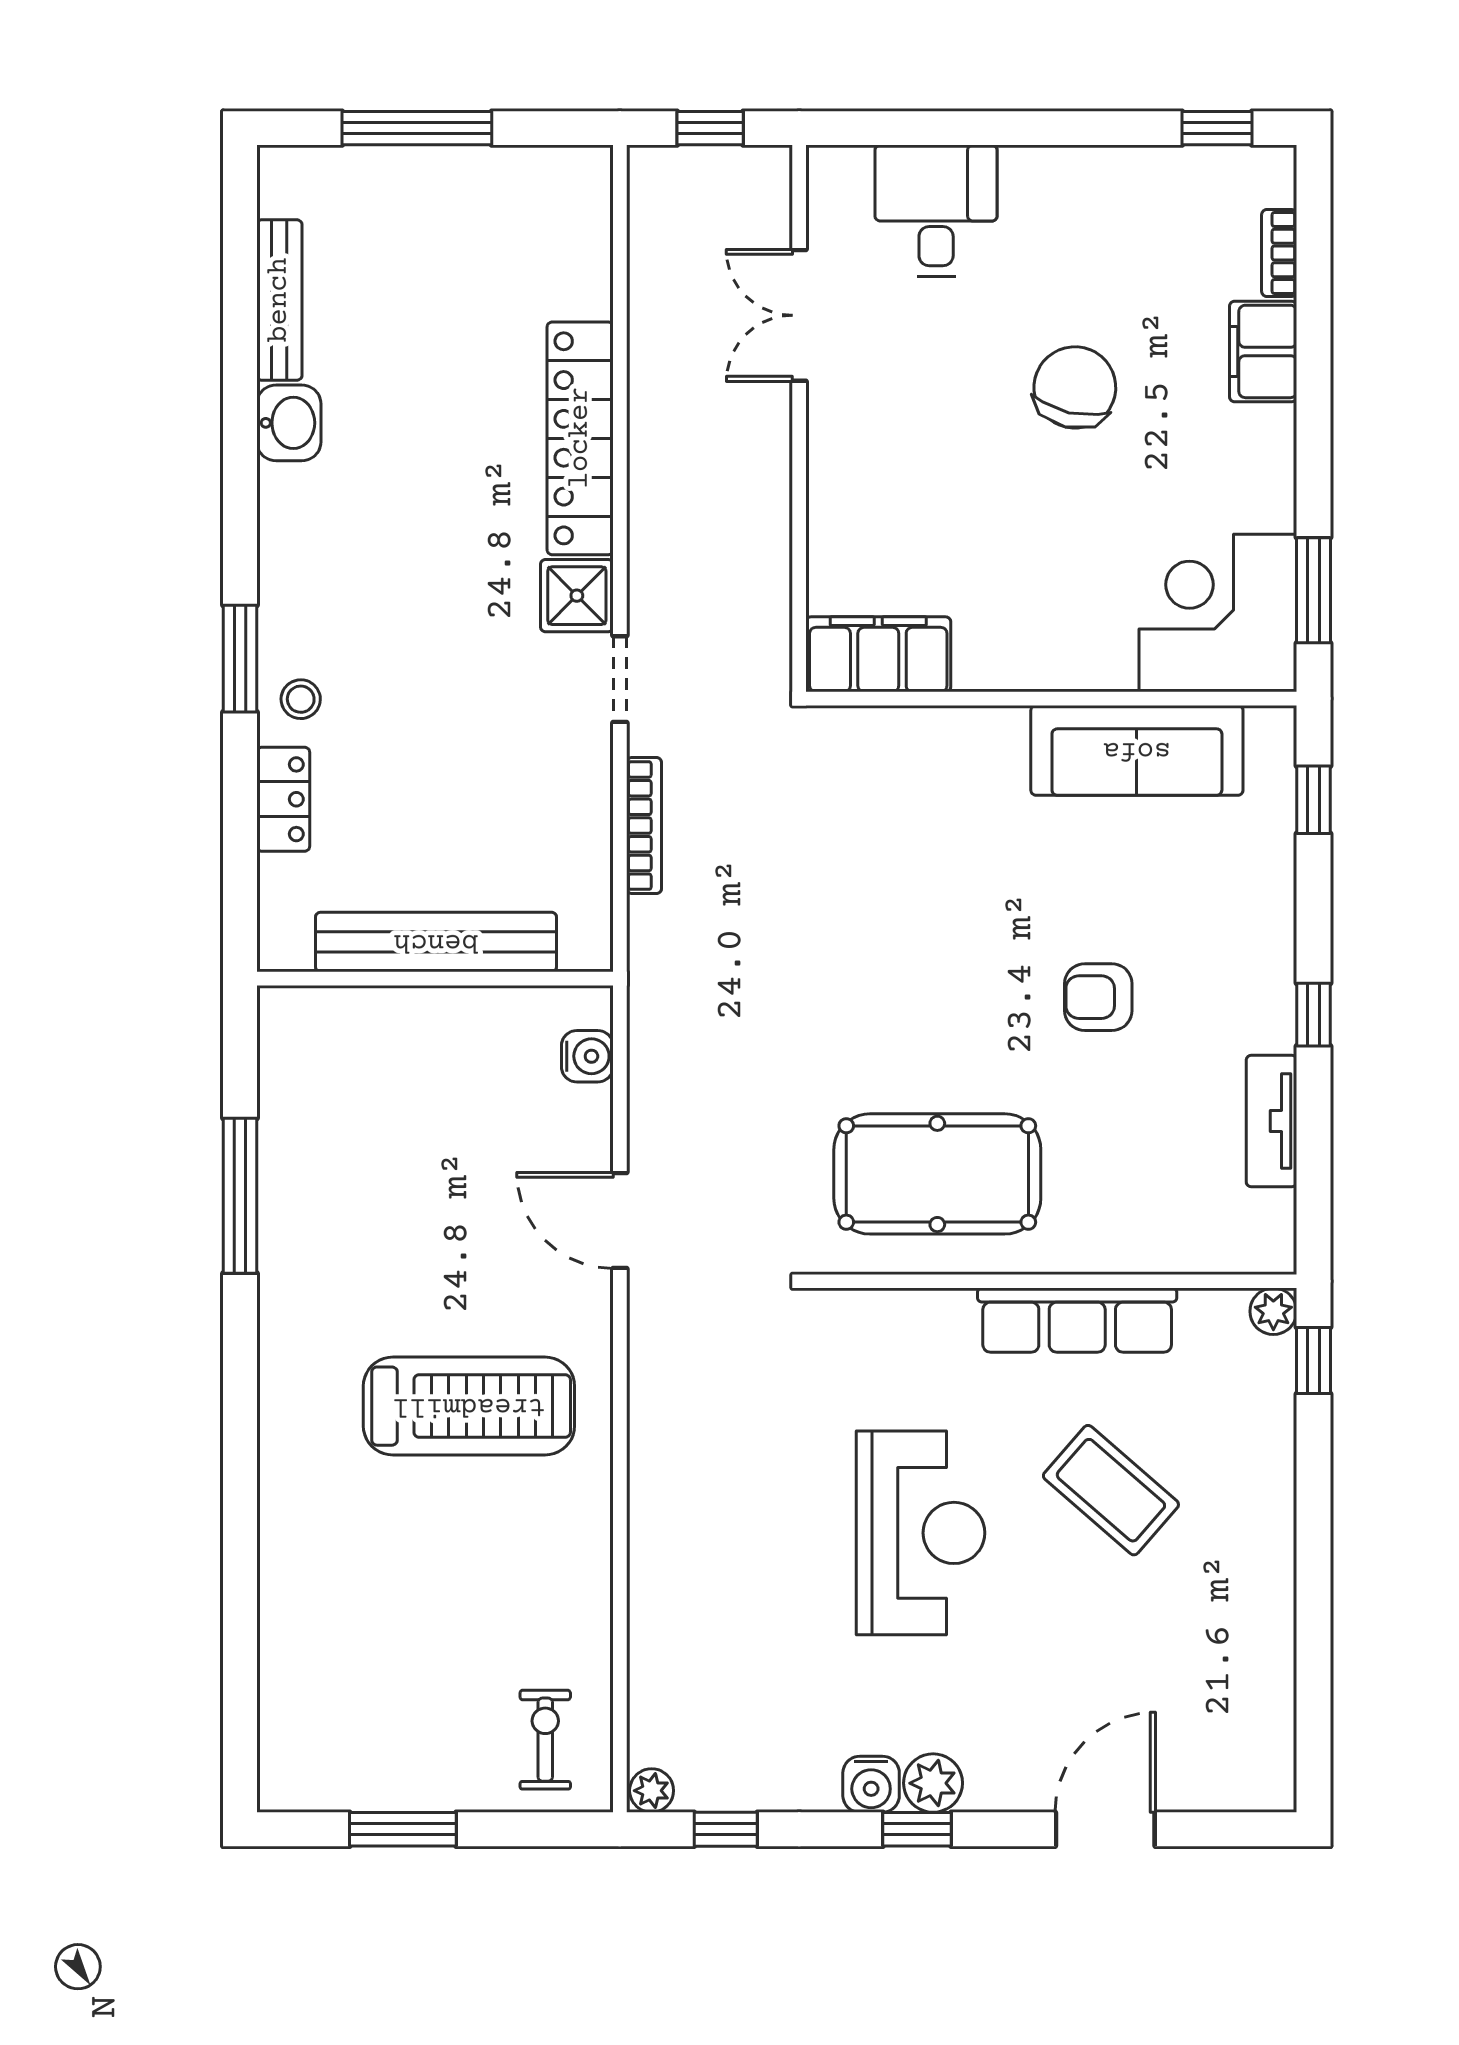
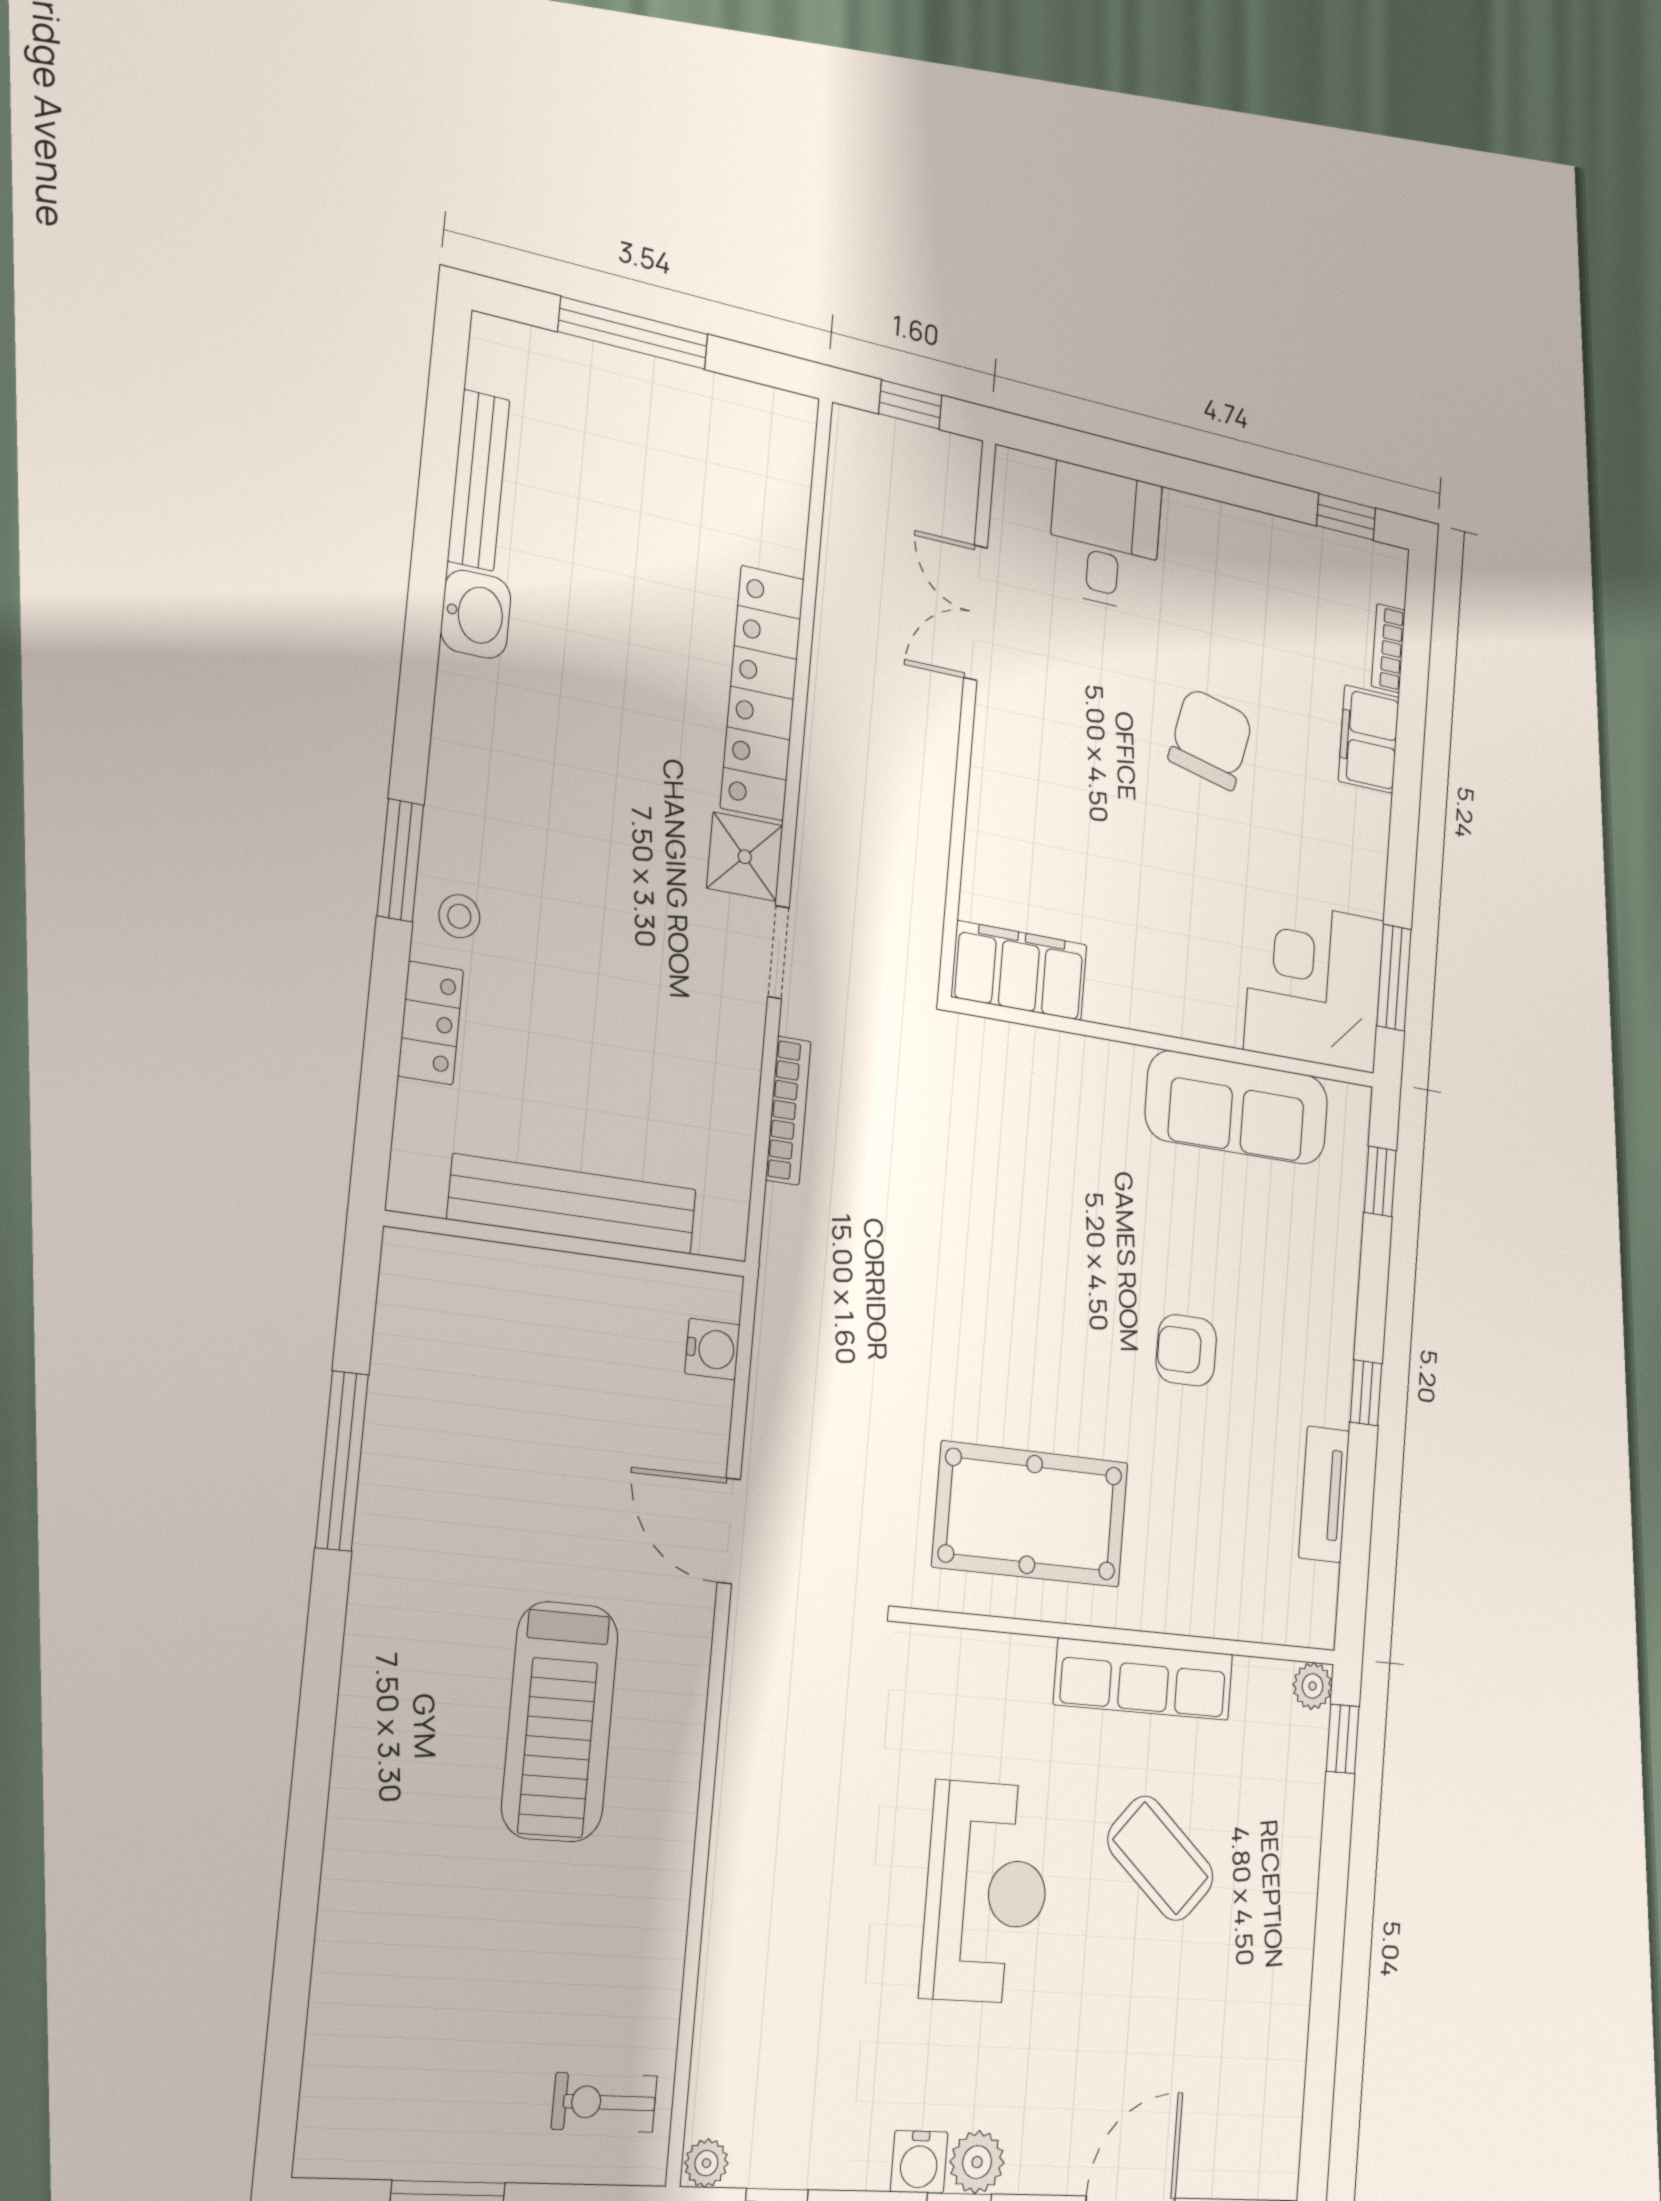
treadmill: (469, 1406) -> (560, 1722), turned 90
exercise bike: (545, 1740) -> (604, 2102), turned -90

